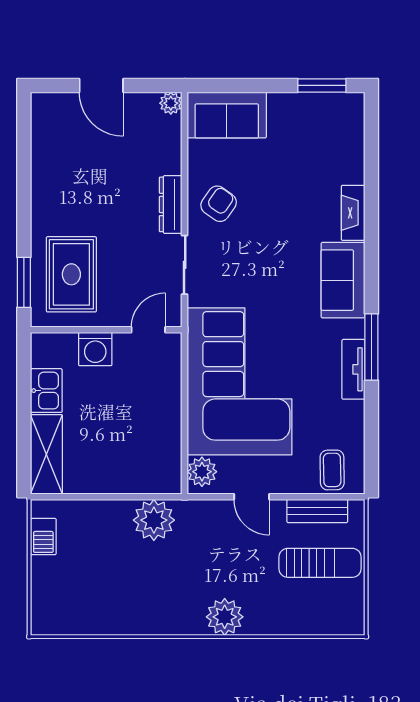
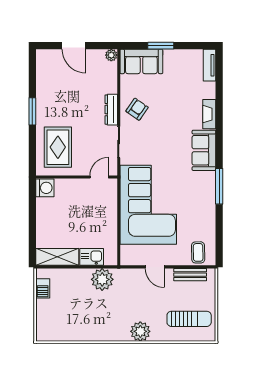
window: (322, 85) -> (161, 46), moved
window: (24, 282) -> (32, 111), moved
washing machine: (95, 349) -> (45, 188), moved, turned -90
tv unit: (353, 369) -> (210, 65), moved
kitchen sink: (46, 391) -> (92, 257), moved, turned -90
shelving: (46, 454) -> (57, 257), moved, turned 90
plant: (202, 472) -> (128, 253), removed
sun lounger: (320, 563) -> (189, 319), moved

